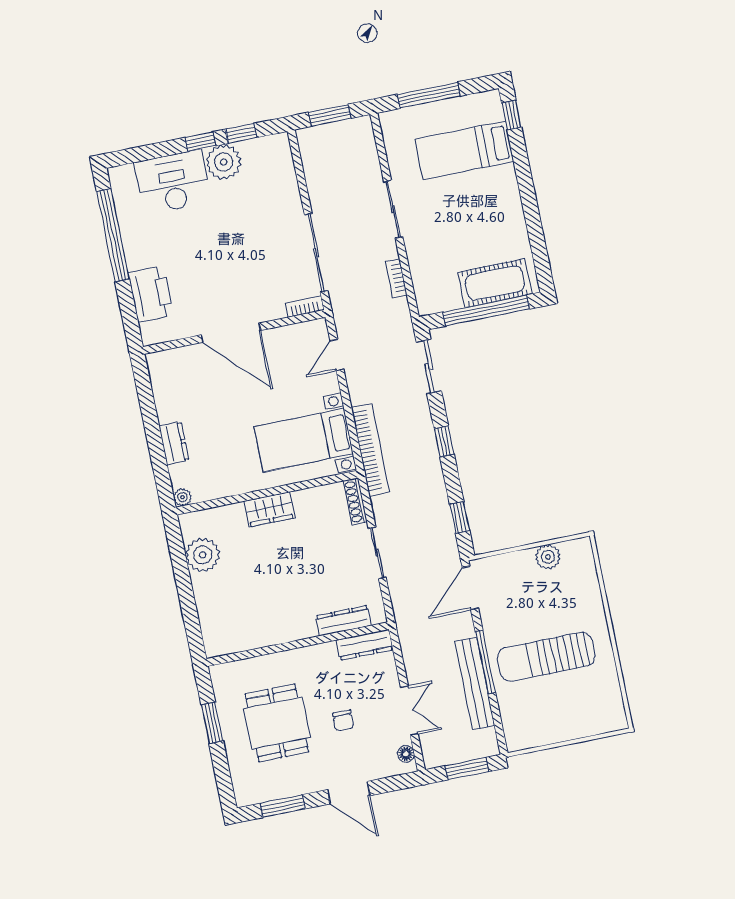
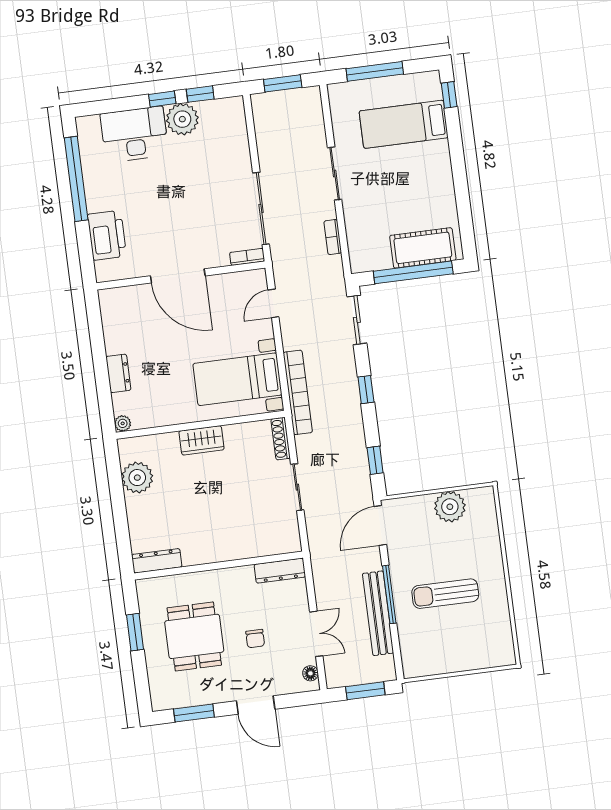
plant: (548, 557) -> (450, 507), width x1.36, depth x1.36
dresser: (344, 621) -> (157, 561), moved
sun lounger: (546, 657) -> (445, 594), width x0.73, depth x0.75

